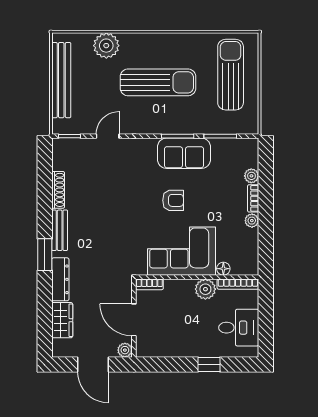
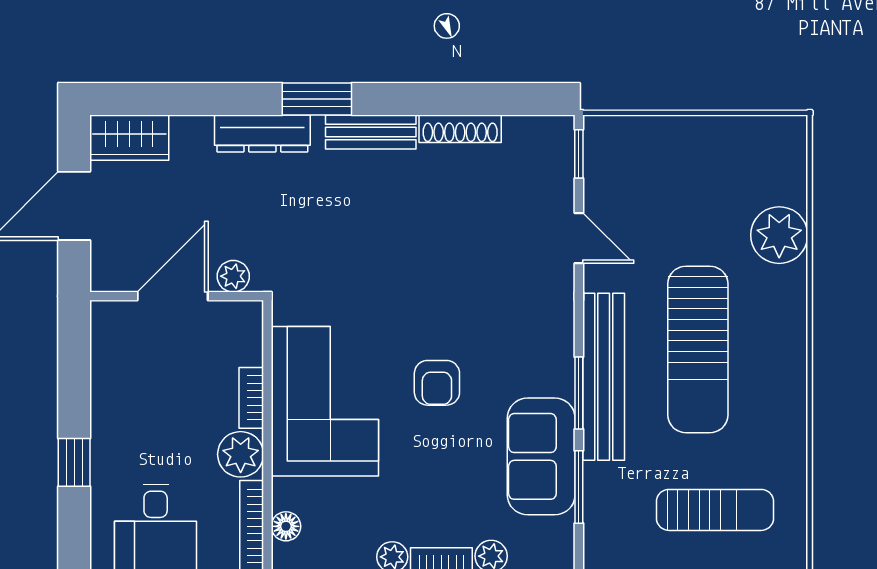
sun lounger: (231, 75) -> (715, 510), width x0.73, depth x0.75
bench: (61, 80) -> (604, 377), moved, turned 90
sofa: (184, 153) -> (541, 456), moved
floor lamp: (223, 269) -> (286, 526), moved
bookcase: (149, 284) -> (251, 398), moved
wardrobe: (62, 320) -> (129, 138), moved
plant: (125, 350) -> (233, 276), moved

